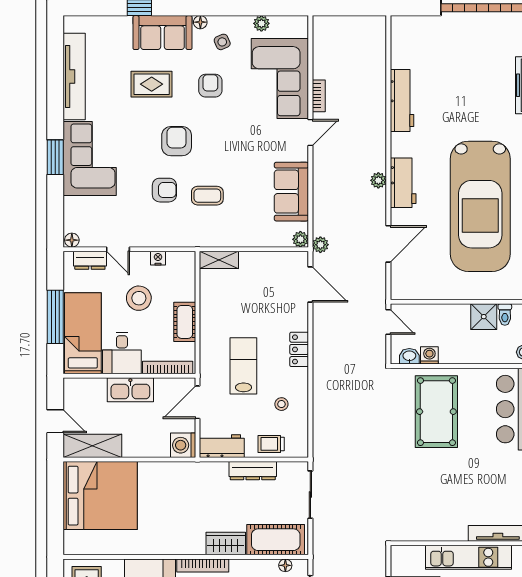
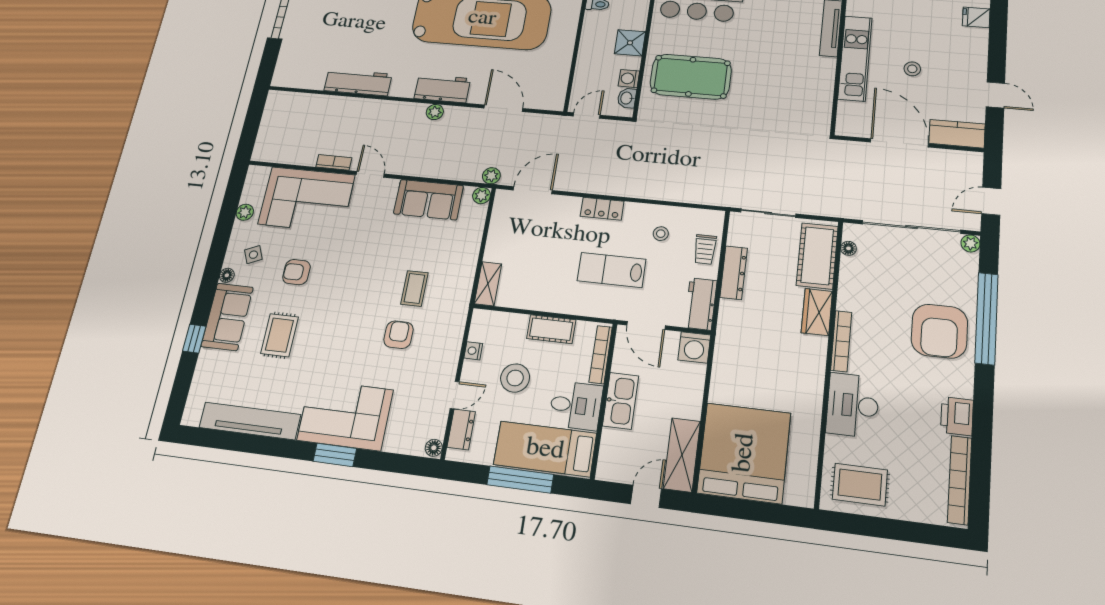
armchair: (177, 141) -> (348, 315), removed
shower: (484, 317) -> (630, 43), moved

